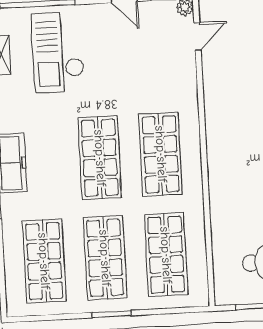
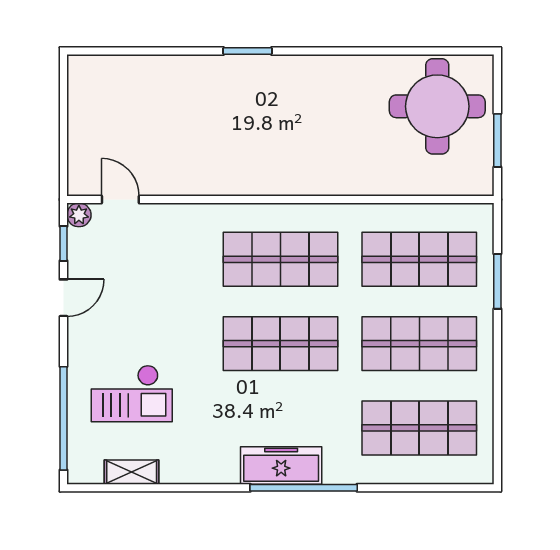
checkout: (58, 52) -> (132, 393), width x0.73, depth x0.83
window: (112, 314) -> (497, 281), moved

